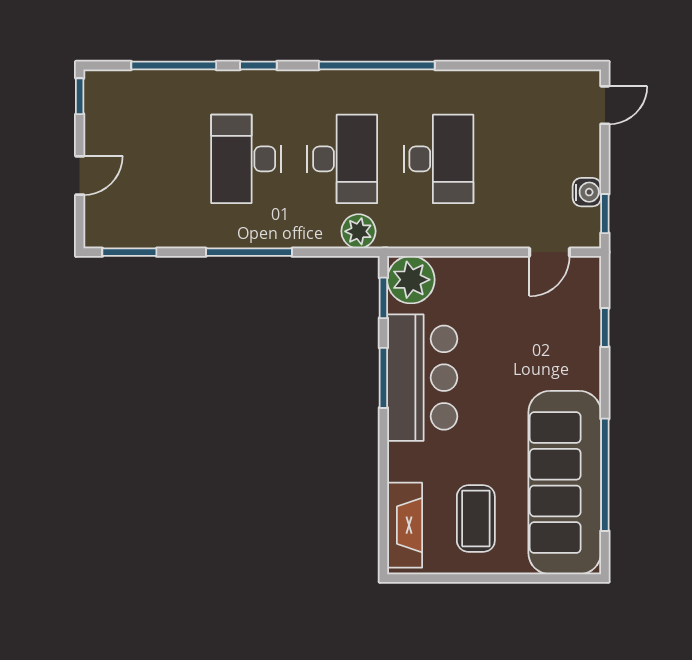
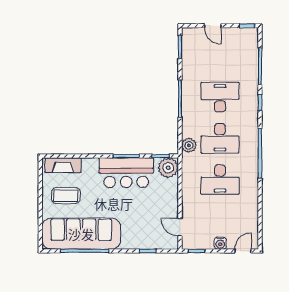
door: (605, 105) -> (243, 251), swing flipped
water cooler: (587, 192) -> (220, 243), moved

